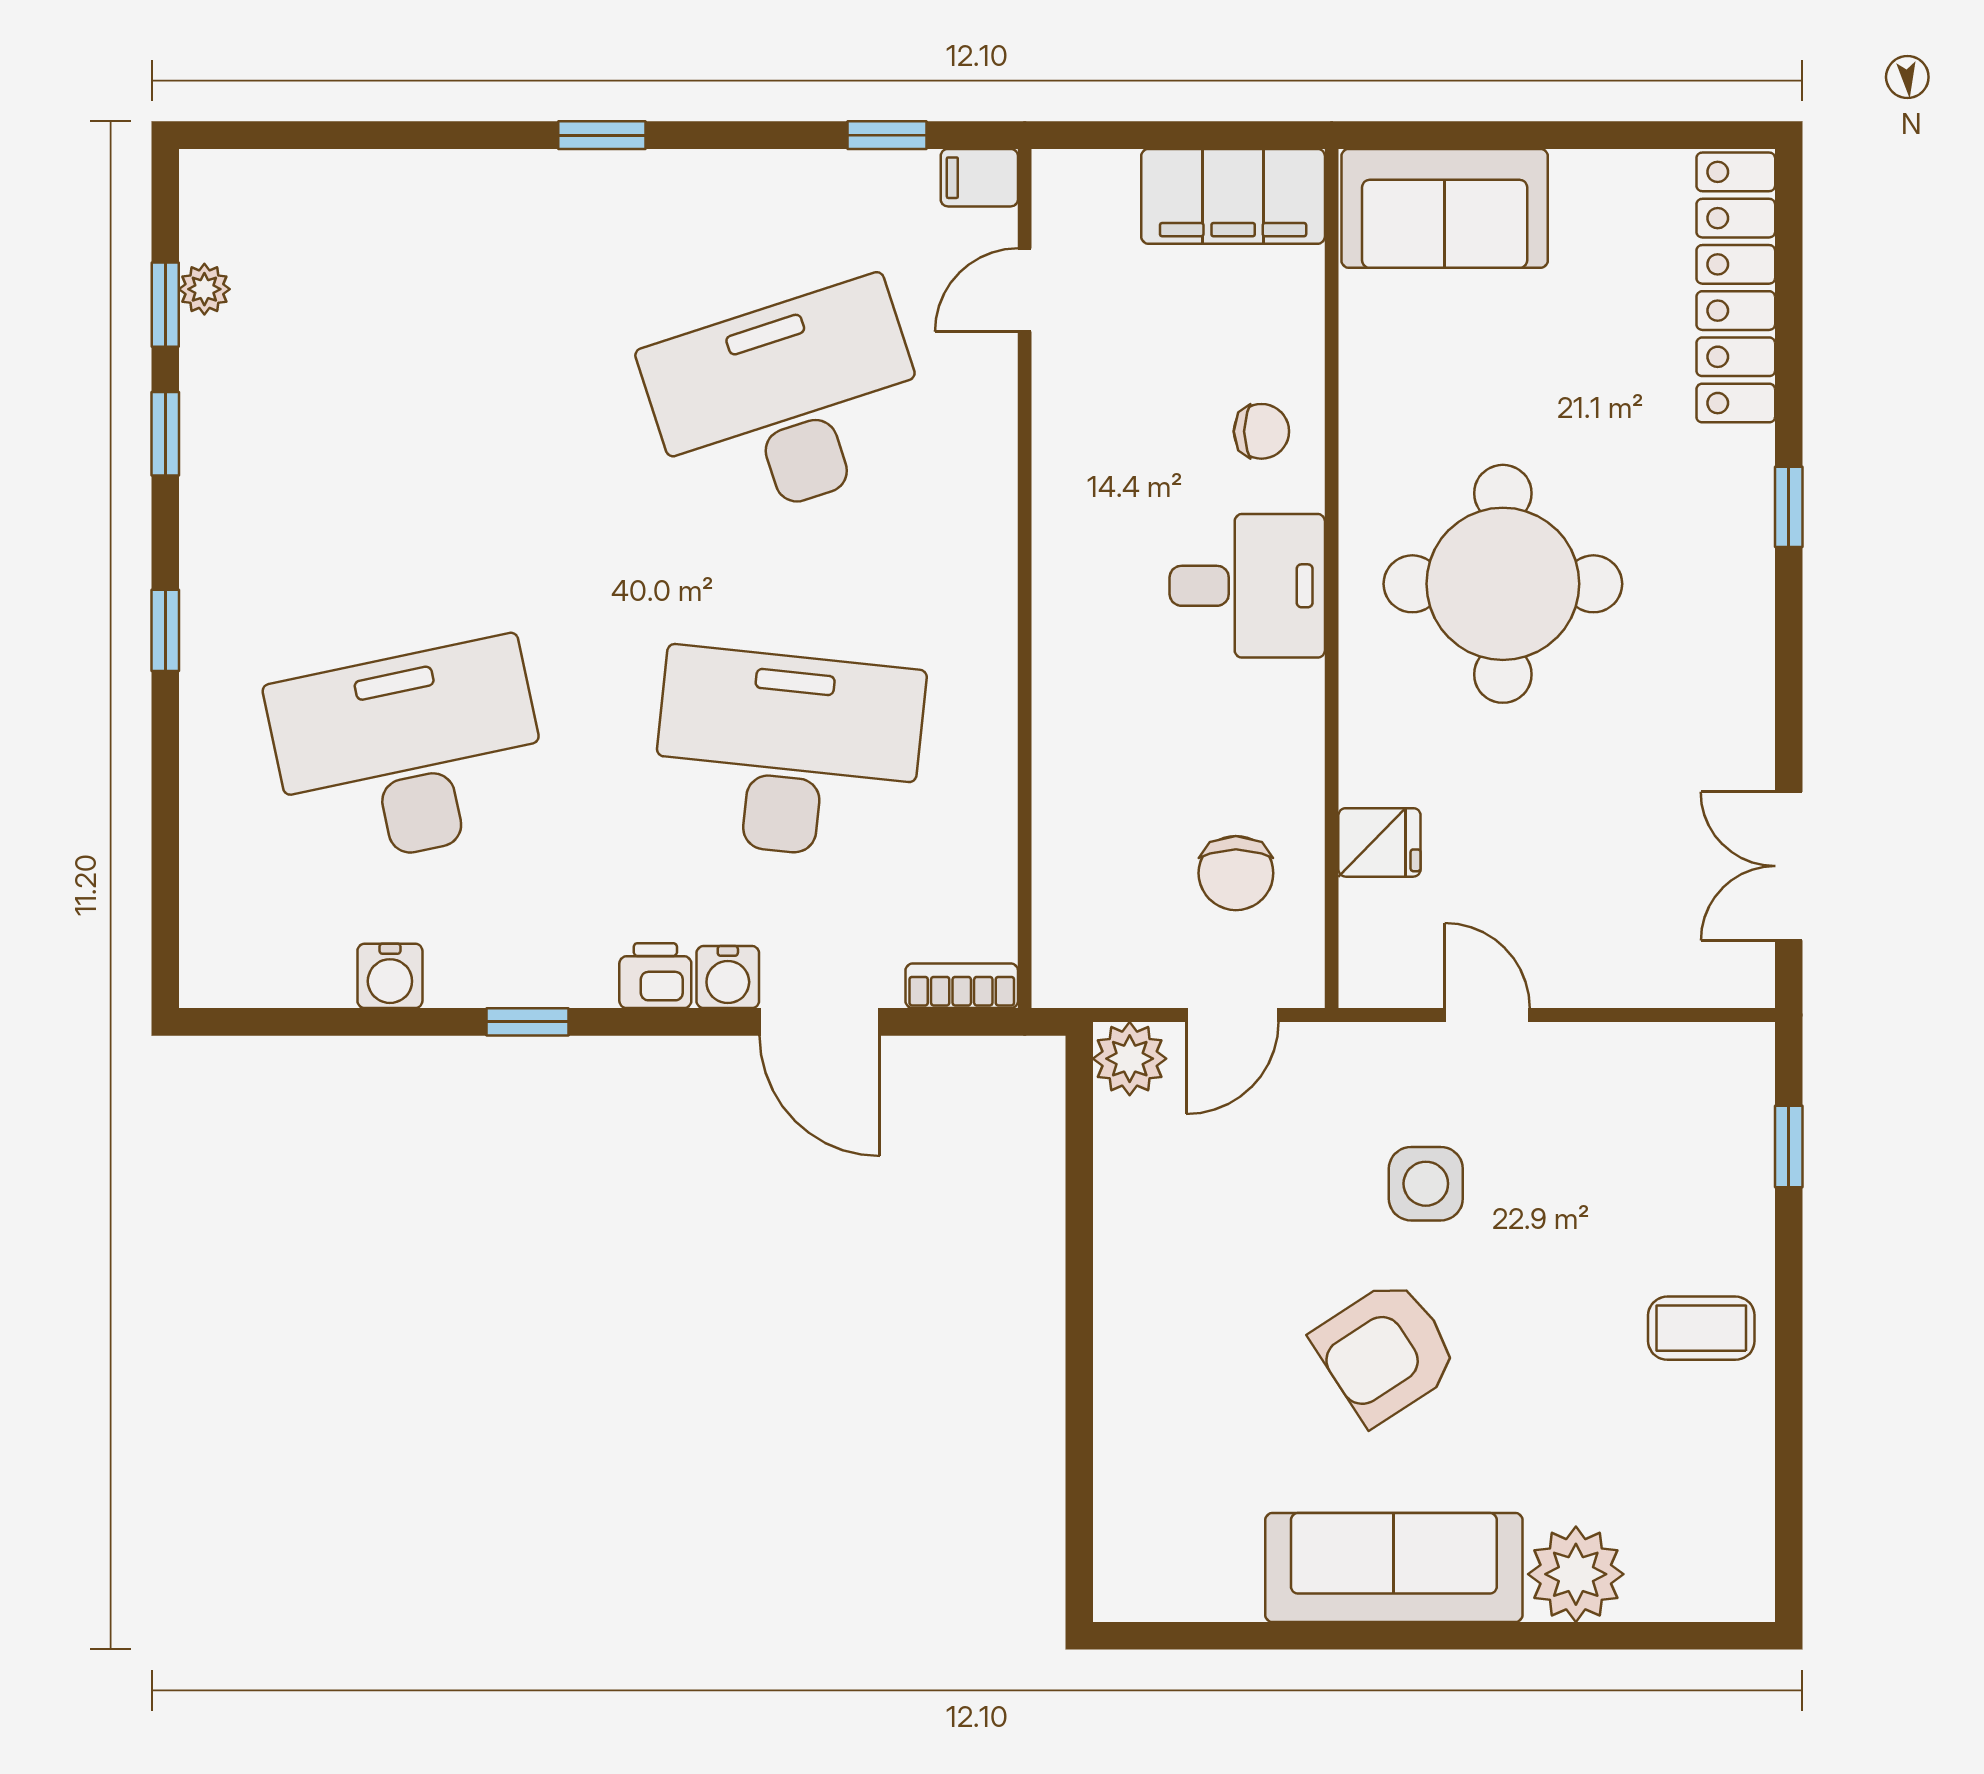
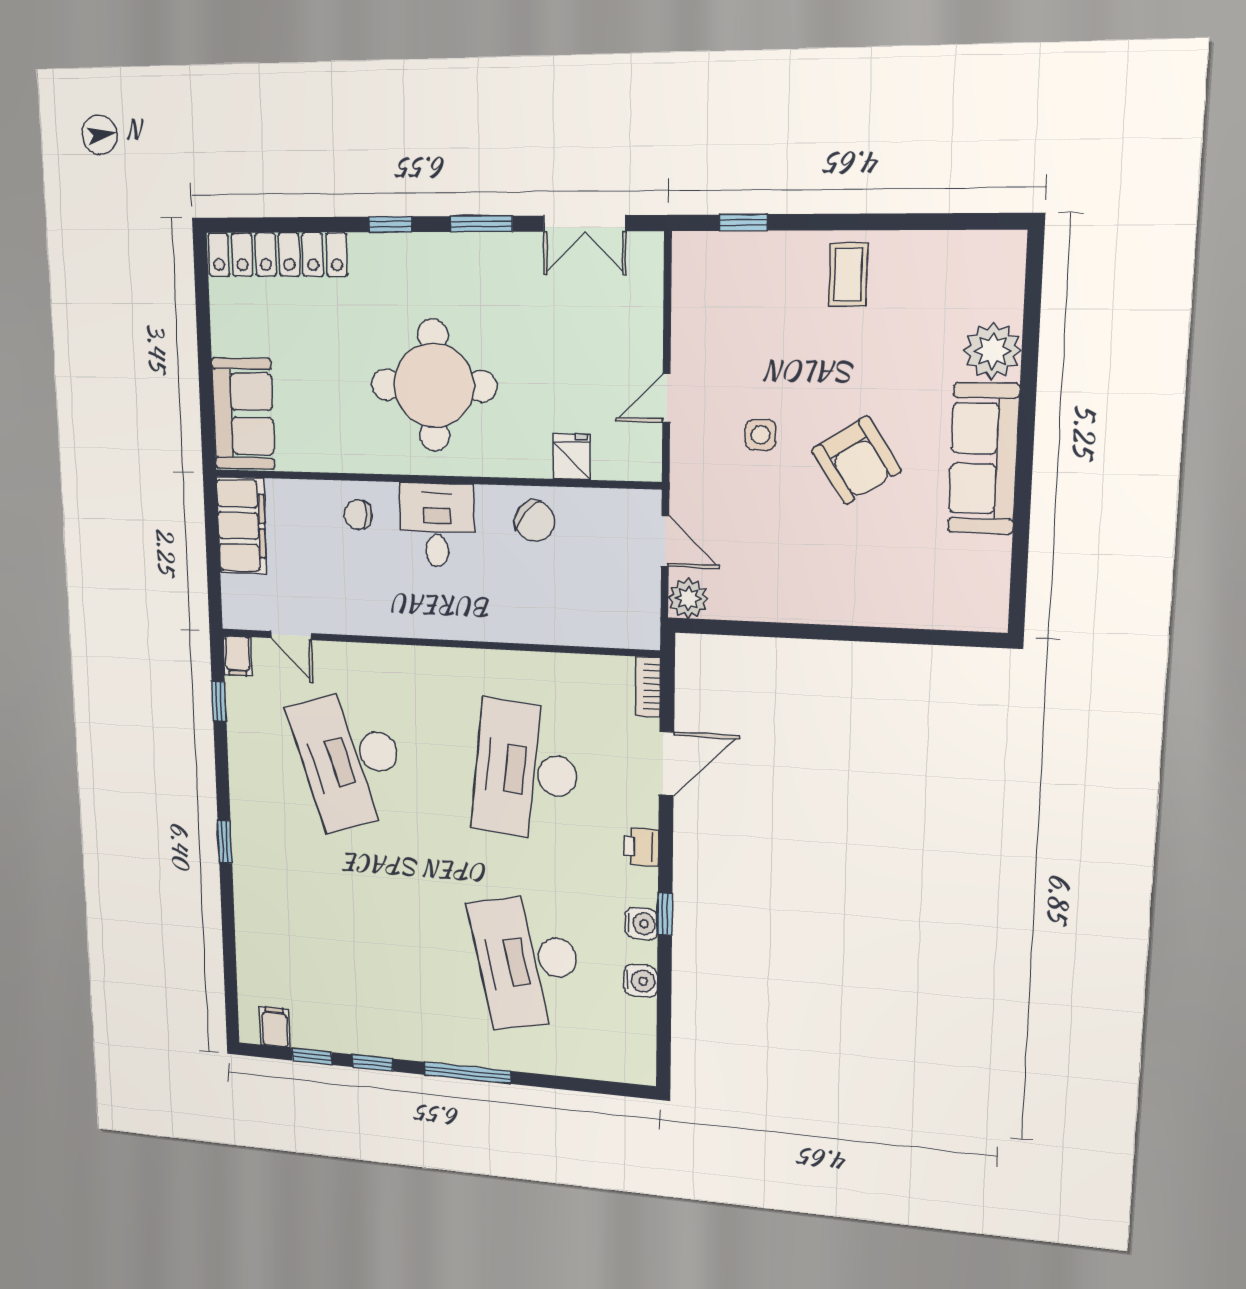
filing cabinet: (220, 227) -> (275, 1027), added
plant: (204, 289) -> (304, 1037), removed
chair: (1261, 431) -> (358, 515), turned -90
window: (165, 630) -> (467, 1073), width x2.17
window: (1789, 677) -> (481, 224), added
chair: (1236, 873) -> (535, 521), moved, turned 40
water cooler: (728, 977) -> (641, 924), moved
side table: (1426, 1184) -> (761, 435), width x0.73, depth x0.73

